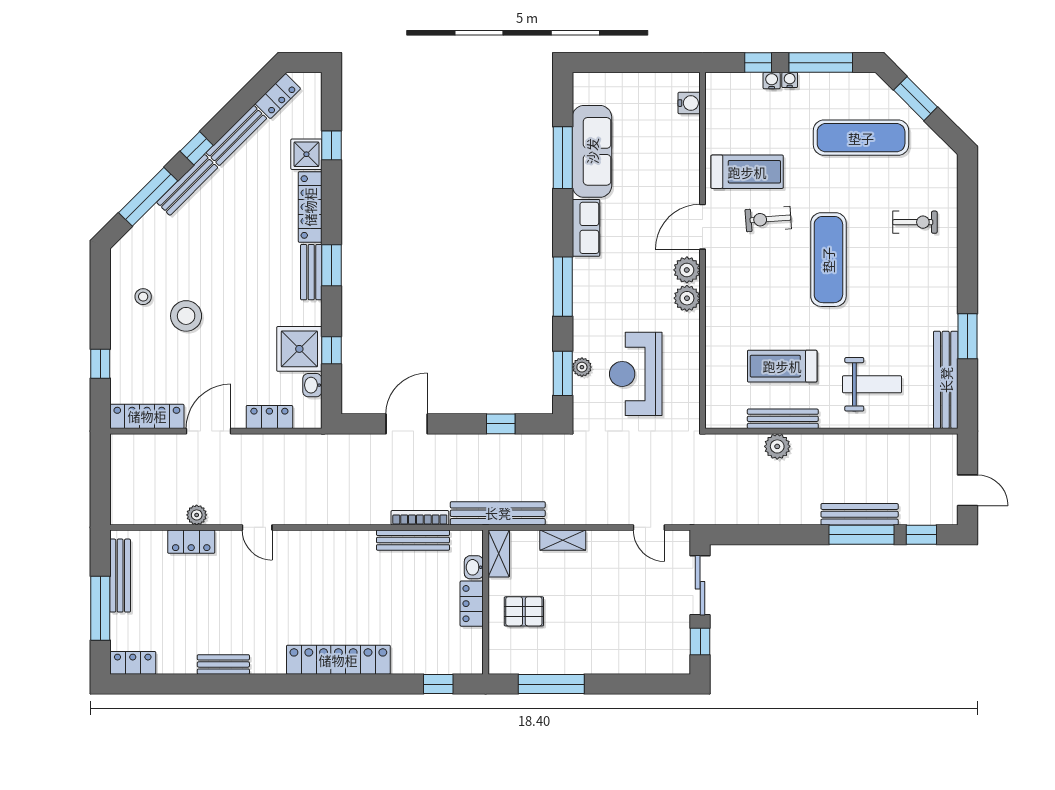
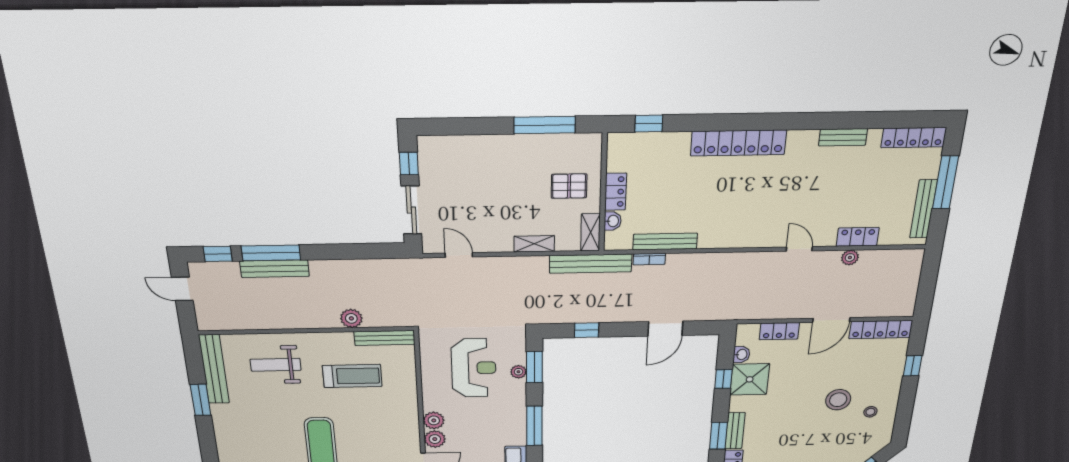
bench: (783, 419) -> (384, 338), moved
bookcase: (420, 518) -> (649, 259), width x0.64
locker: (133, 663) -> (914, 138), width x1.53

